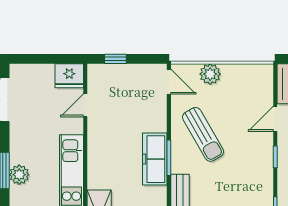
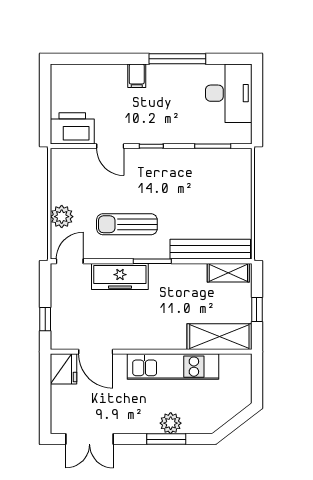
door: (85, 105) -> (96, 352), width x1.38
sun lounger: (203, 134) -> (127, 224), turned -150
freezer: (155, 159) -> (120, 276), moved

